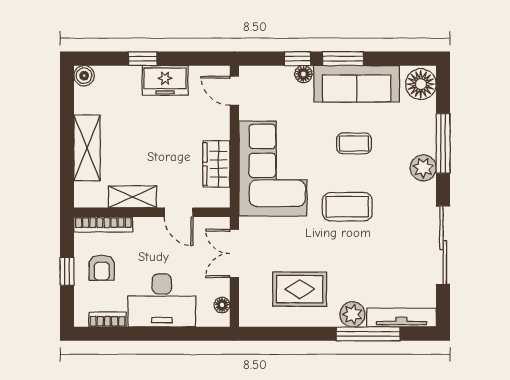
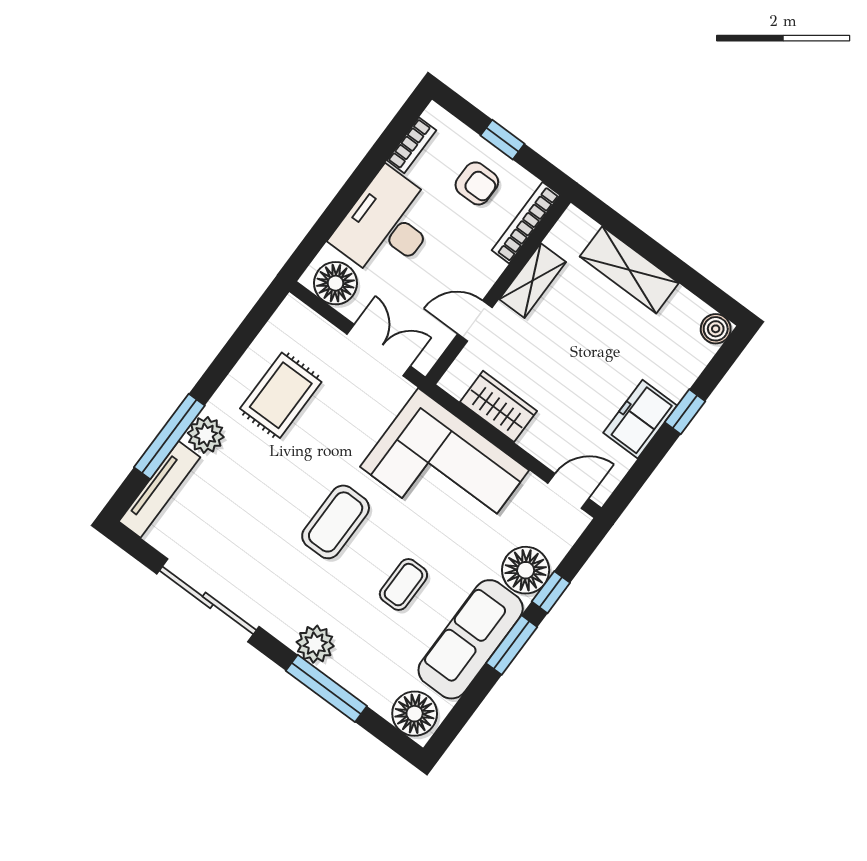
floor lamp: (303, 74) -> (526, 570), width x1.89, depth x1.89
armchair: (102, 268) -> (477, 183), turned 180
floor lamp: (222, 305) -> (335, 283), width x1.89, depth x1.89

